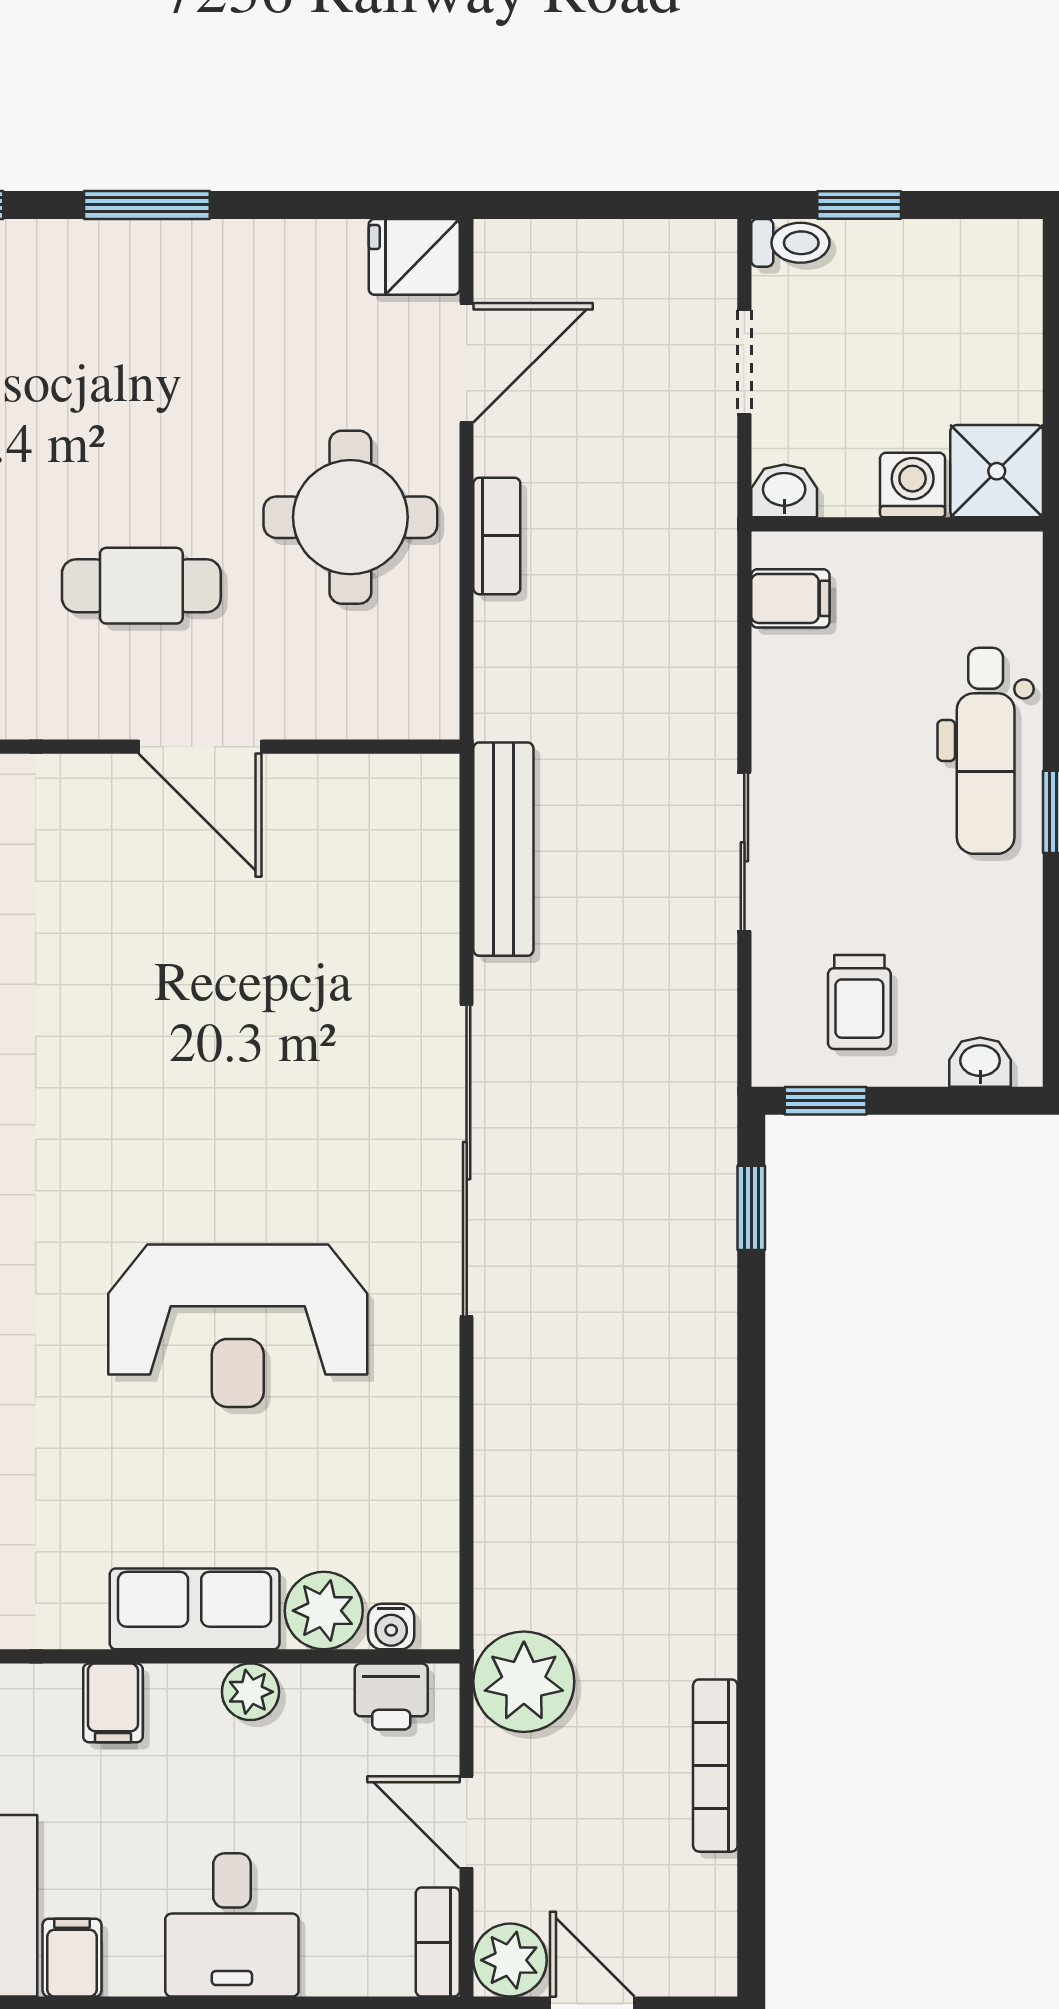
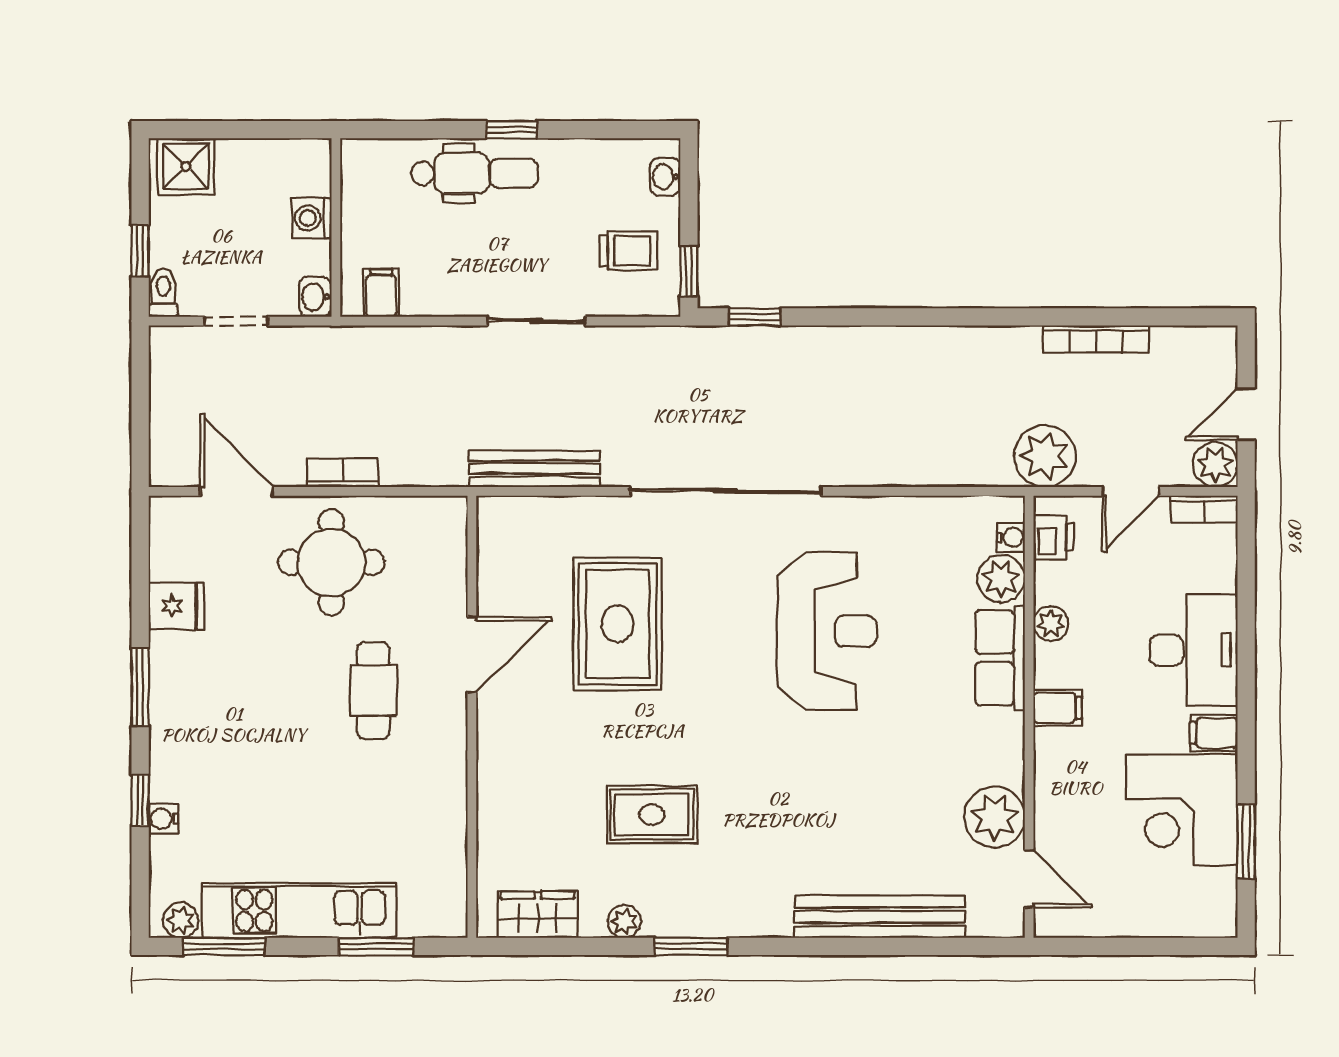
fridge: (414, 257) -> (176, 606), moved, turned -90
shower: (997, 471) -> (186, 166), moved
rug: (250, 984) -> (618, 624), added
desk: (232, 1925) -> (1194, 650), width x1.37

